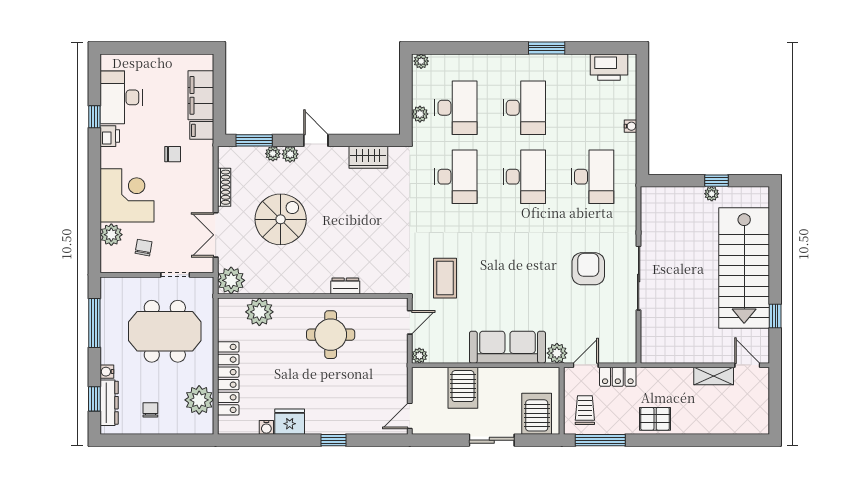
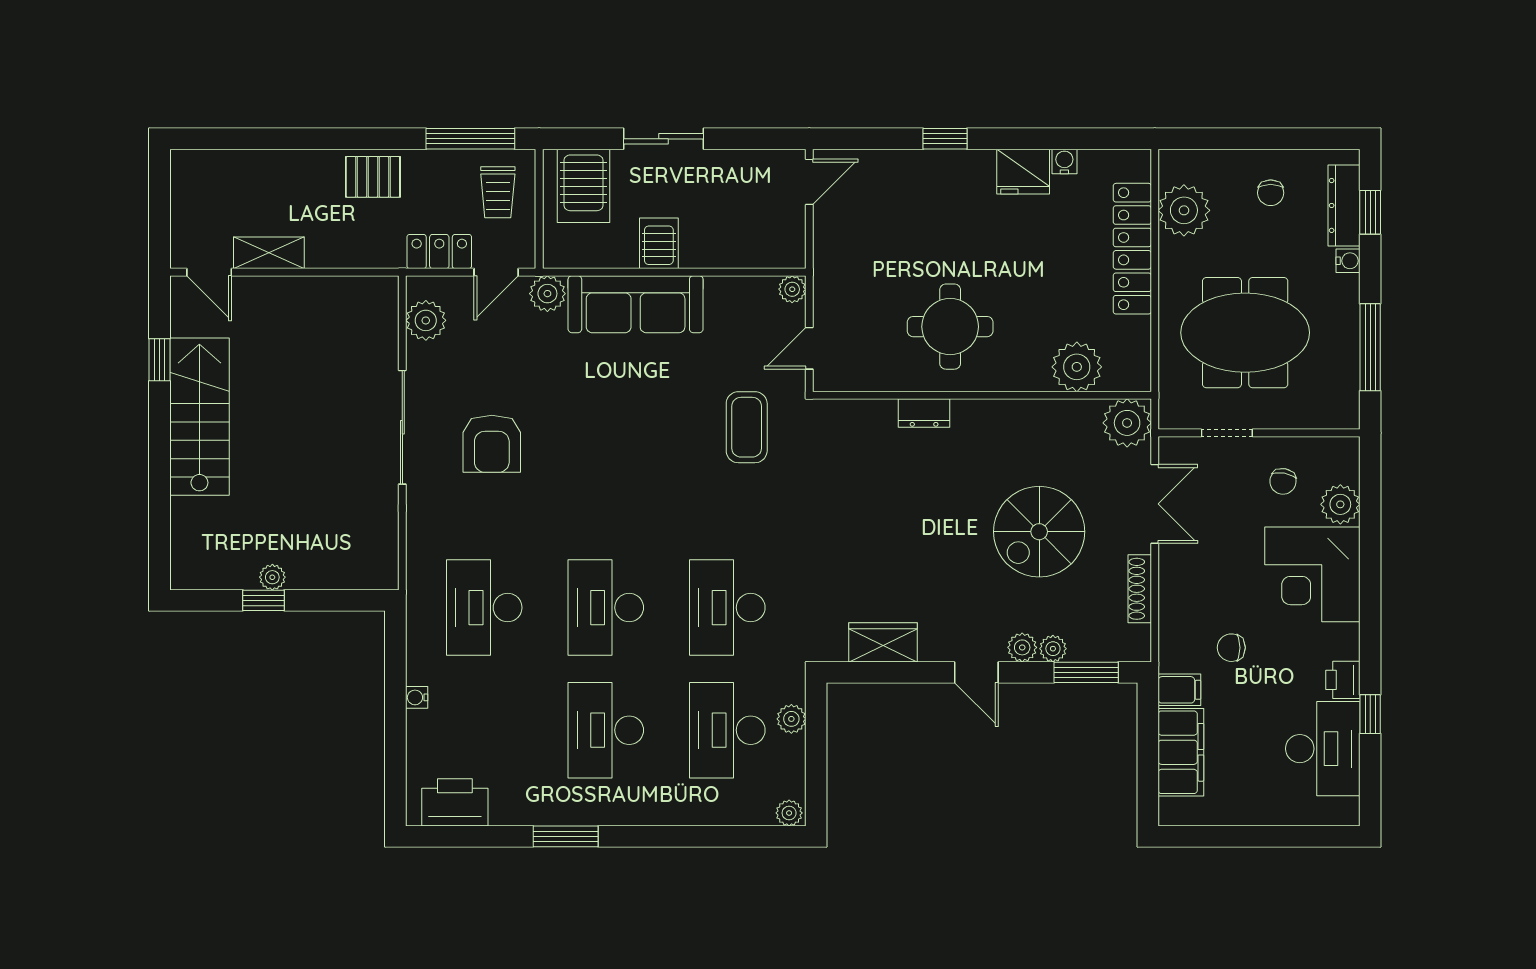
stairs: (744, 268) -> (199, 417), width x0.73, depth x0.66
plant: (625, 338) -> (426, 320), added
server rack: (463, 388) -> (659, 243), moved, width x0.73, depth x0.70

